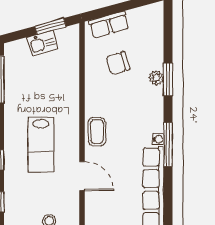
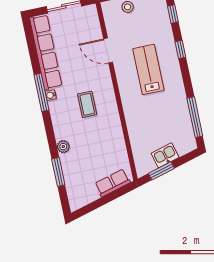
chair: (118, 63) -> (98, 152), removed
window: (168, 80) -> (58, 172), moved
coffee table: (97, 132) -> (87, 104), moved

